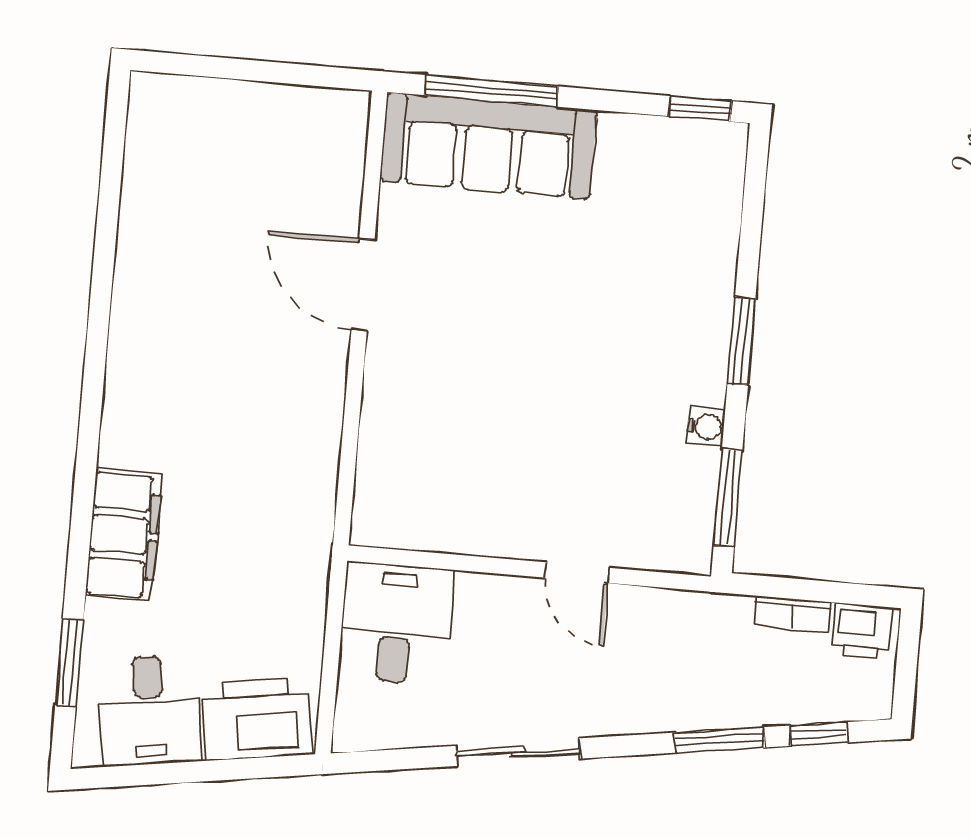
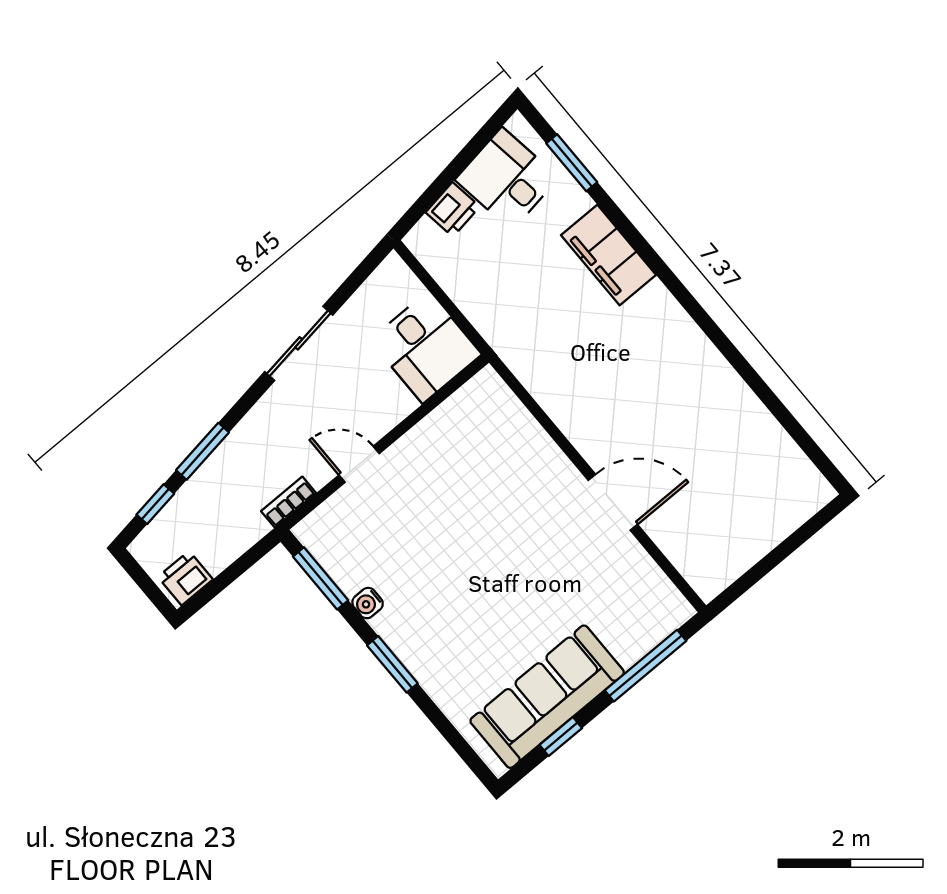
window: (700, 109) -> (561, 736), moved
sofa: (488, 146) -> (547, 697), moved
bookcase: (793, 614) -> (289, 502), moved
printer: (257, 719) -> (453, 209), width x0.53, depth x0.68

